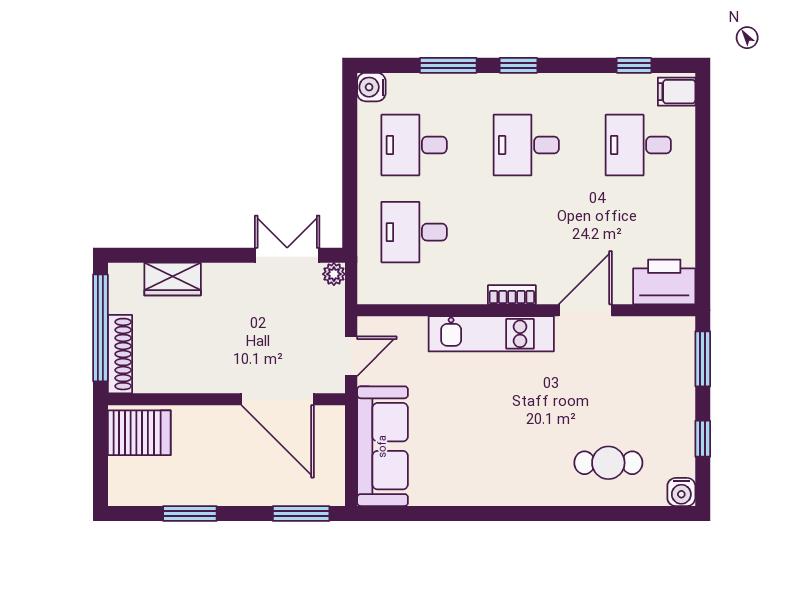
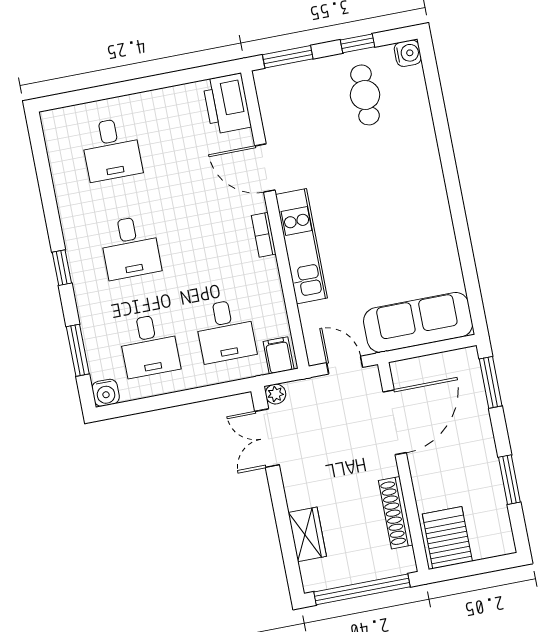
window: (448, 65) -> (78, 350), moved
window: (634, 65) -> (42, 167), removed
filing cabinet: (677, 92) -> (279, 355), moved, turned 180
shoe rack: (120, 354) -> (396, 513), moved, turned -90
cafe table: (608, 463) -> (365, 95), moved

